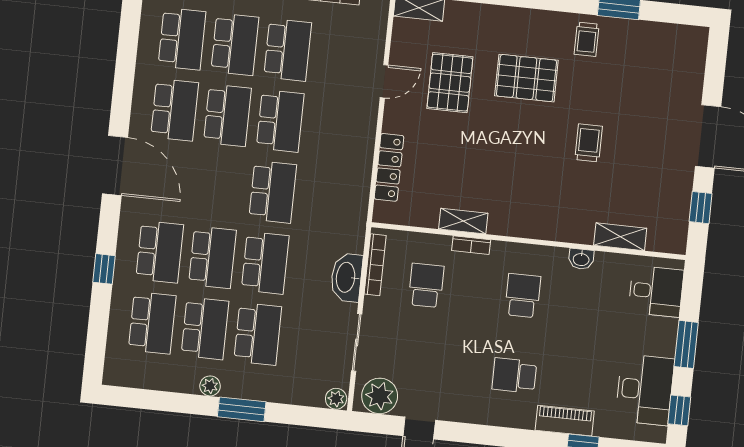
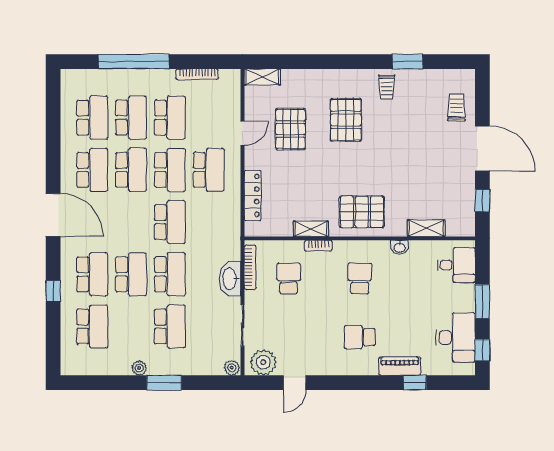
pallet: (526, 78) -> (346, 120), turned 90
trolley: (589, 143) -> (456, 108), moved
pallet: (535, 205) -> (362, 212), added
school desk: (205, 328) -> (209, 170), moved

